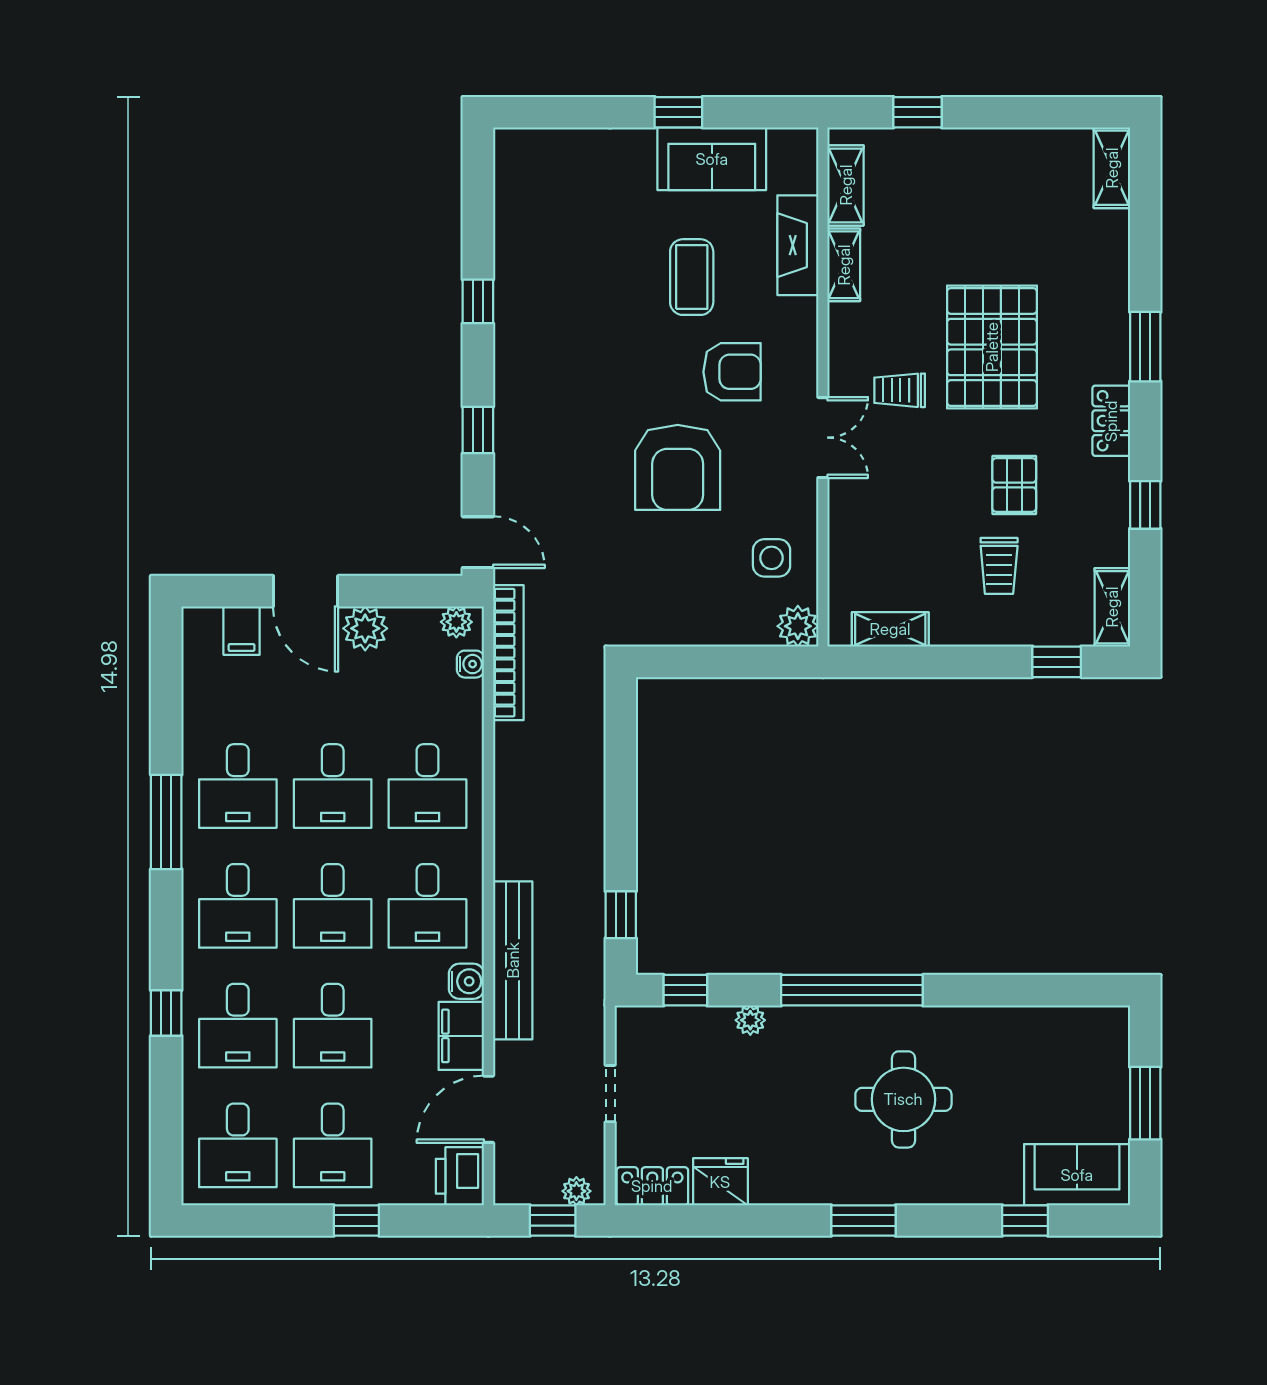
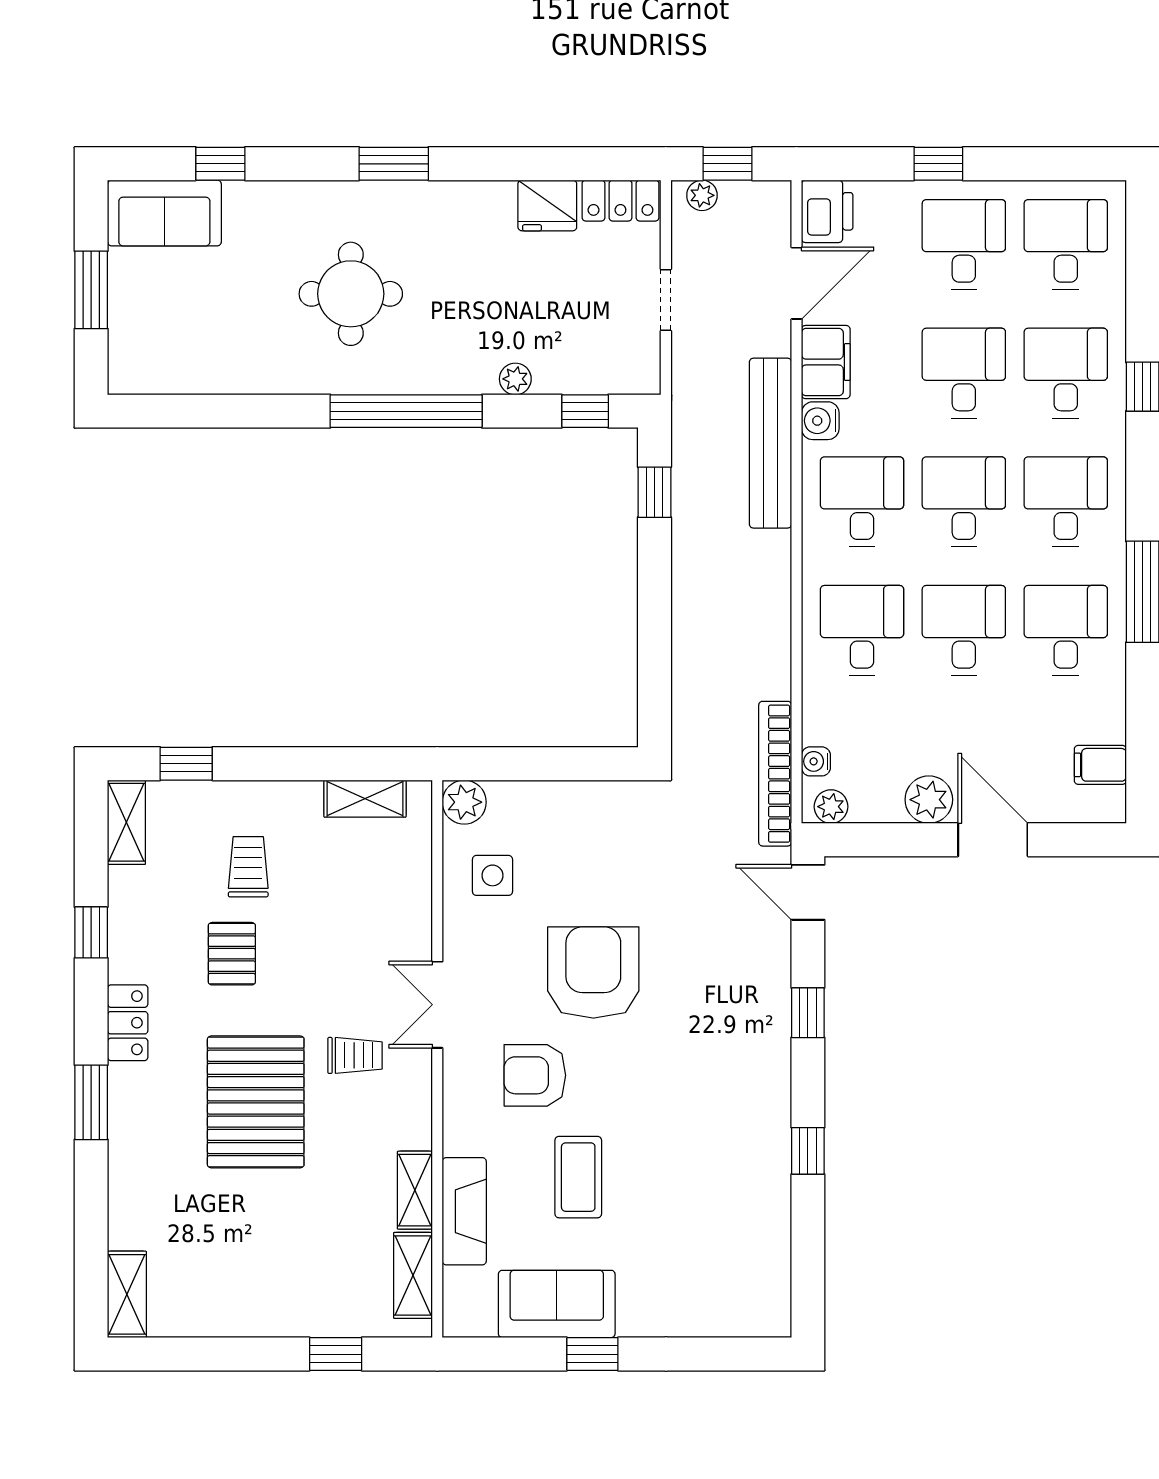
filing cabinet: (242, 631) -> (1100, 765), moved, turned -90

